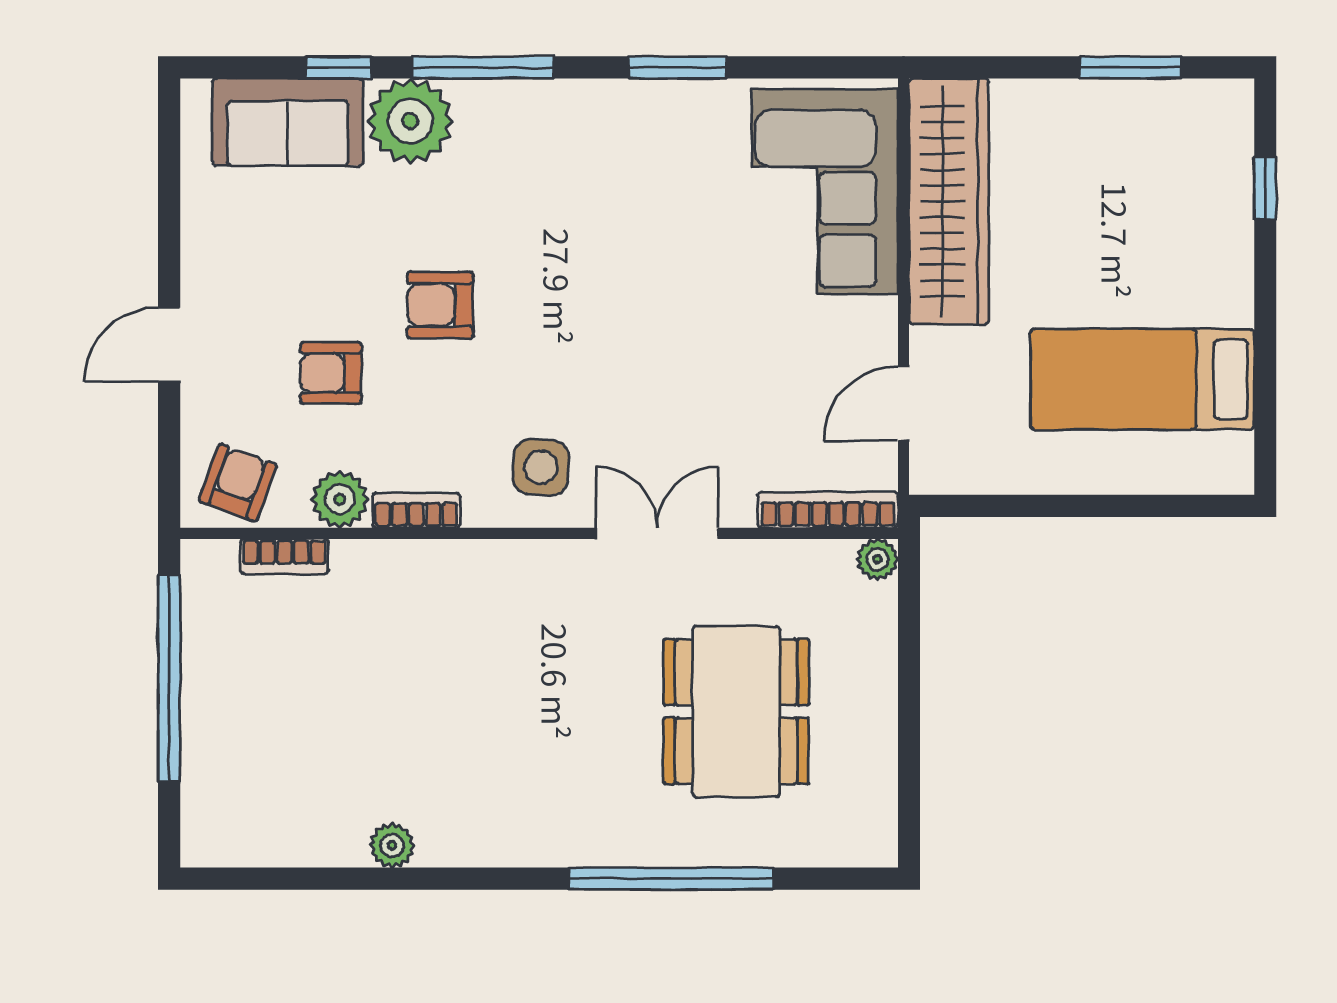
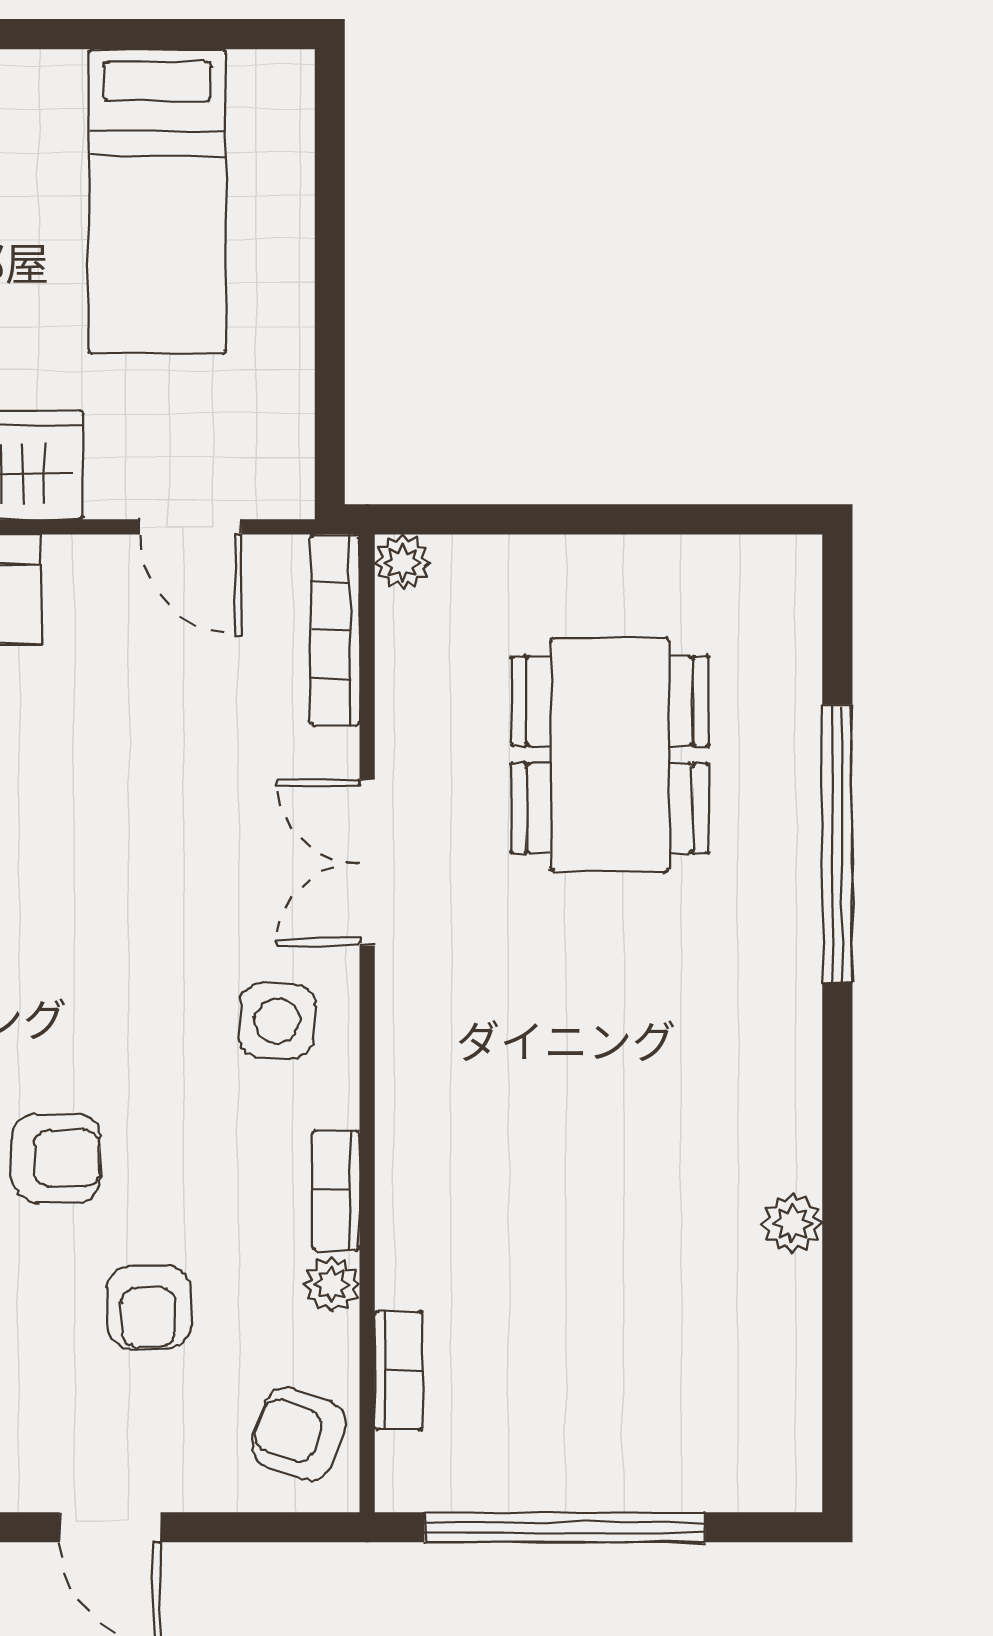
armchair: (440, 305) -> (56, 1158), turned -90
plant: (340, 499) -> (331, 1284), width x0.73, depth x0.73
dining table: (736, 711) -> (610, 755), turned 90

